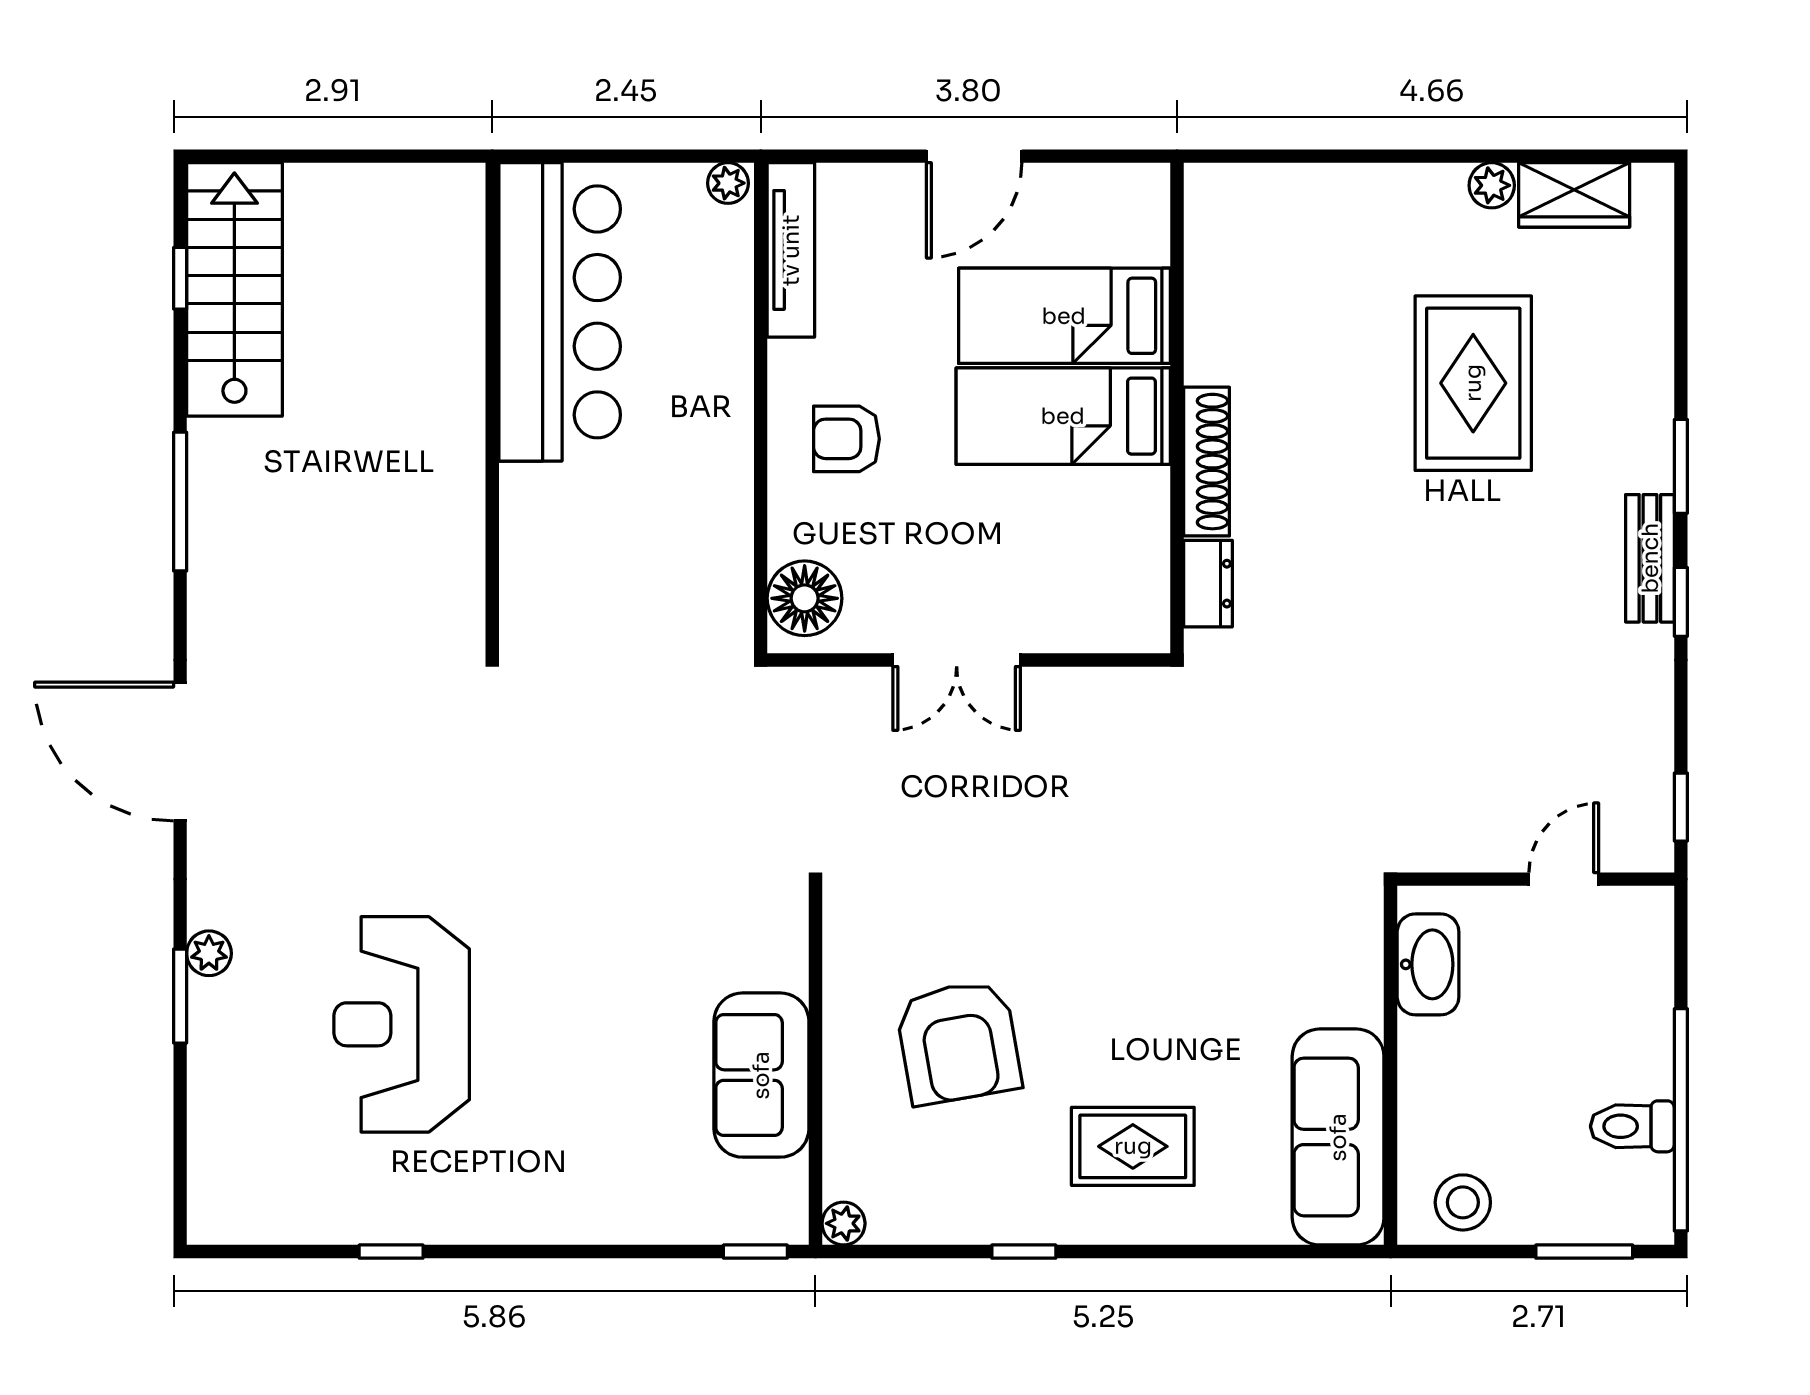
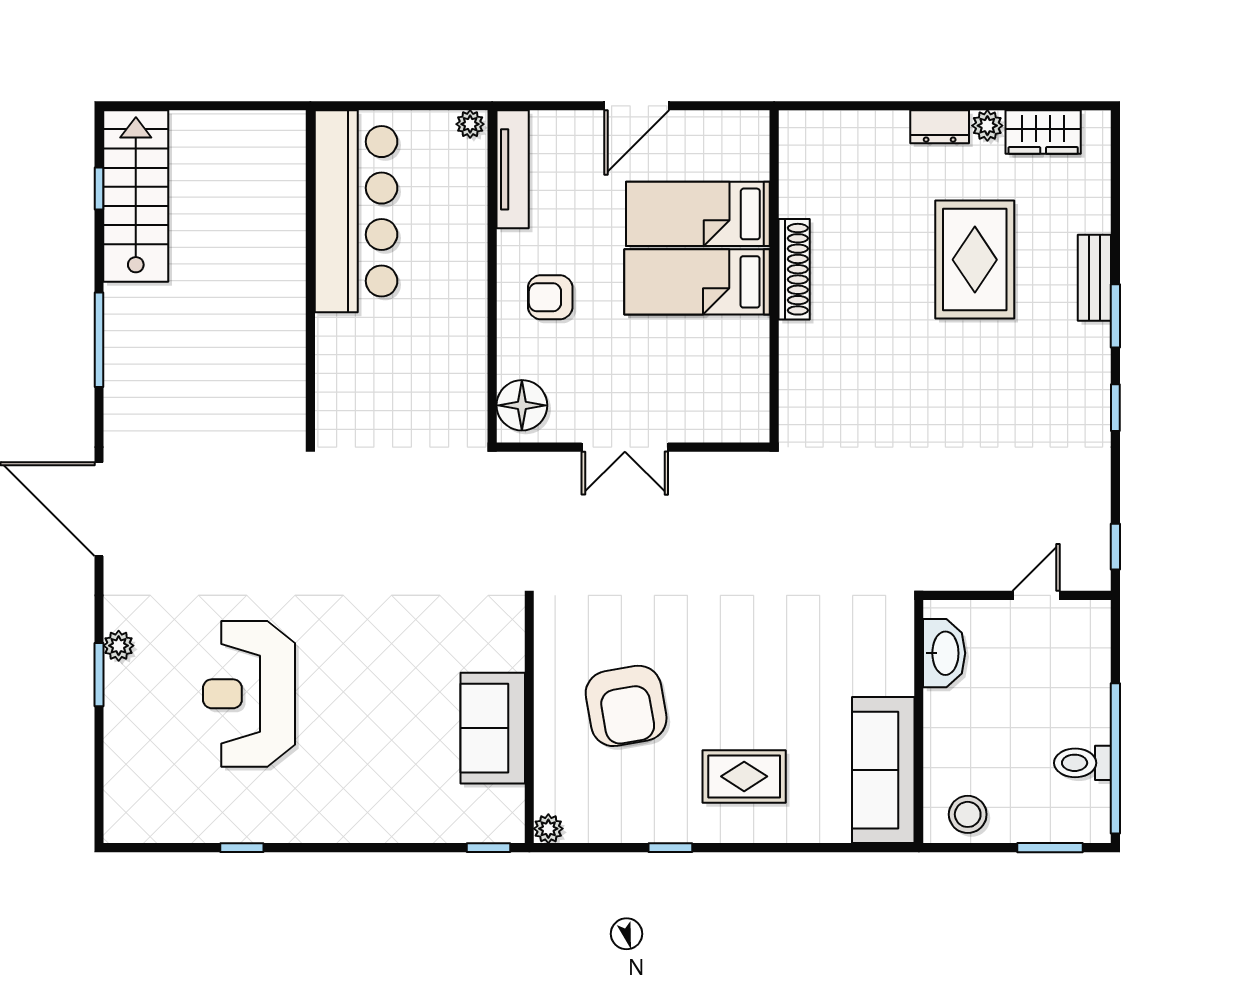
shoe rack: (1206, 462) -> (794, 269), moved
bench: (1650, 558) -> (1094, 278), moved
dresser: (1208, 584) -> (940, 127), moved, turned 90

